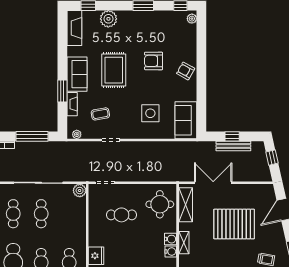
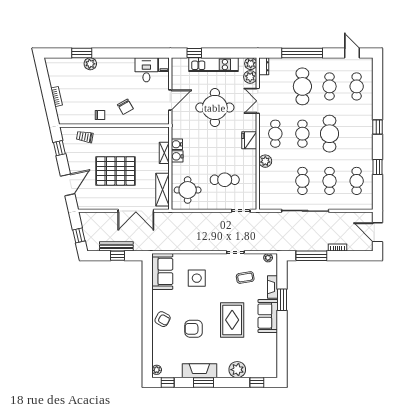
fireplace: (74, 28) -> (199, 371), moved, turned 90
armchair: (154, 61) -> (194, 329), turned 180
plant: (80, 191) -> (265, 161), moved

